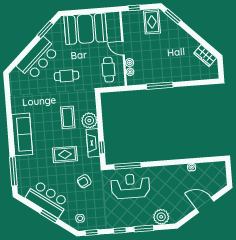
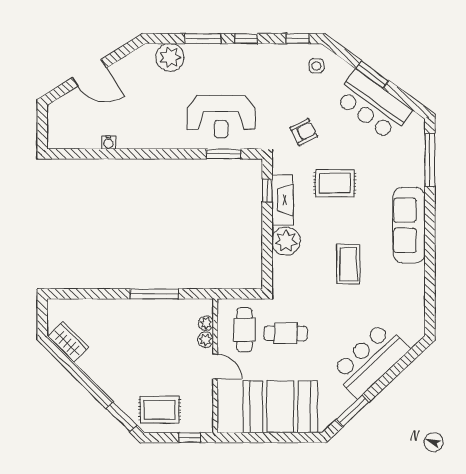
rug: (152, 22) -> (160, 410), turned 90
cafe table: (66, 76) -> (286, 333), moved
coffee table: (68, 117) -> (348, 264), moved
window: (127, 166) -> (224, 154), width x0.69

